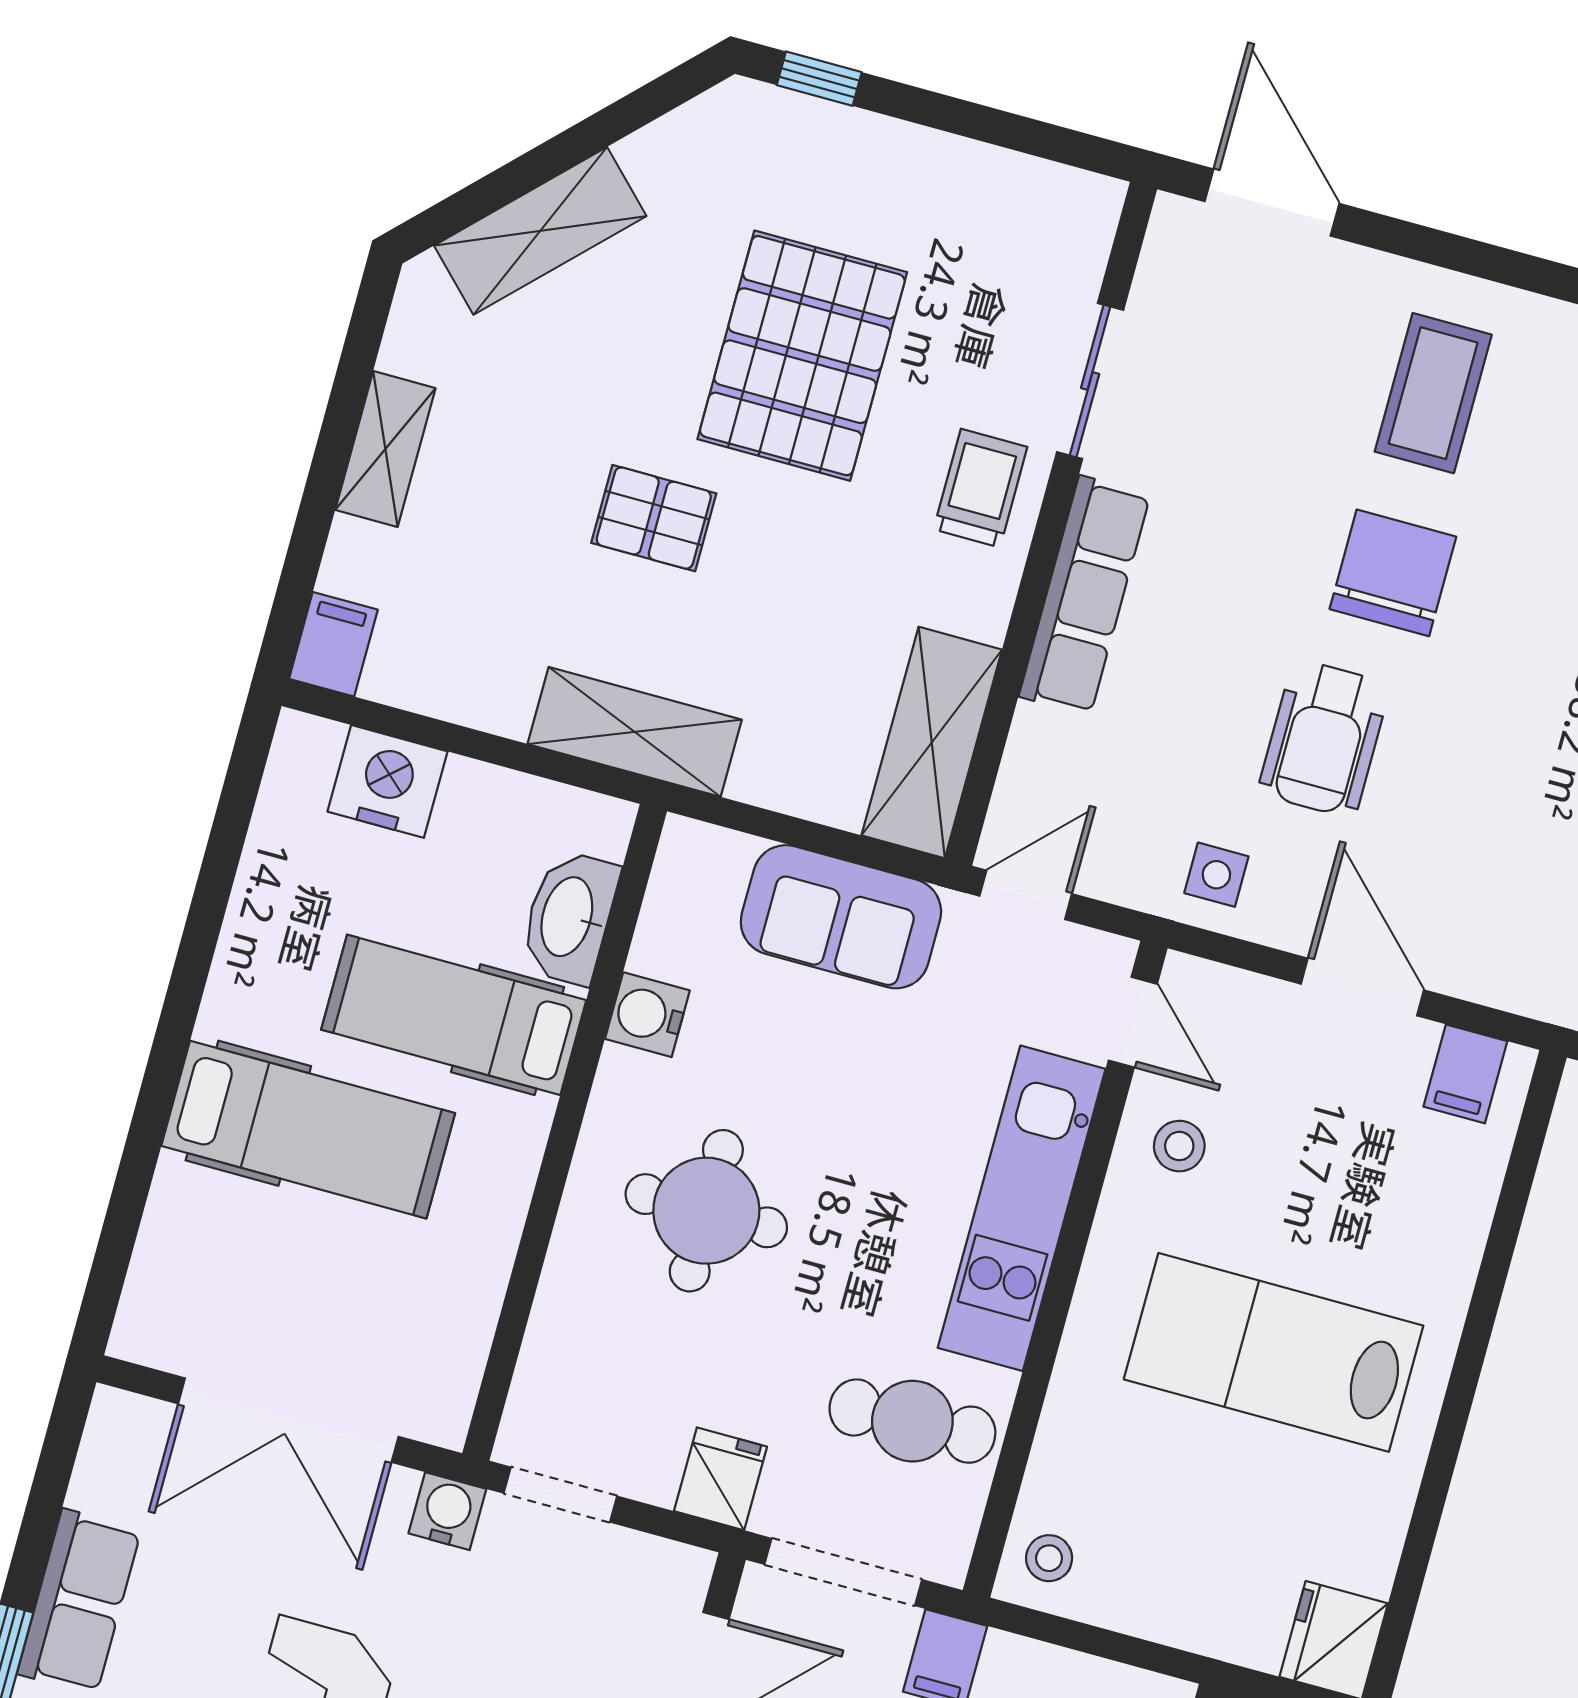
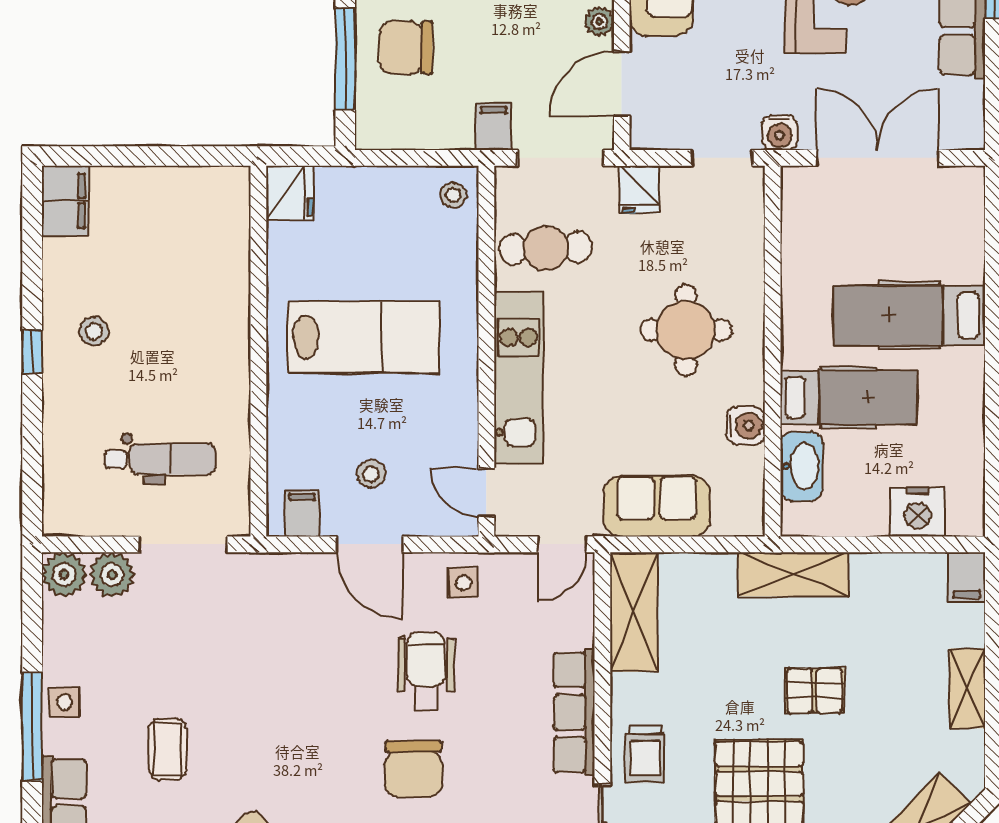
stool: (1179, 1146) -> (371, 474), moved

